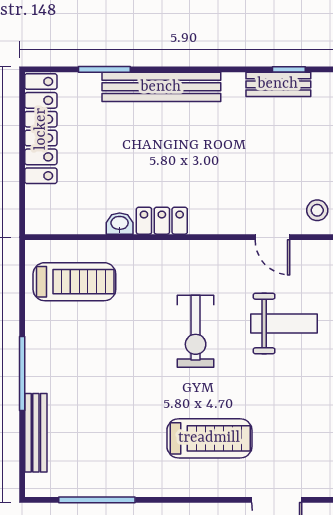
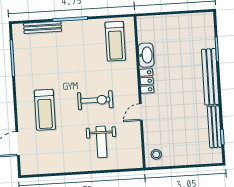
bench: (278, 84) -> (214, 127), width x1.36
locker: (41, 129) -> (187, 21), removed
washbasin: (120, 224) -> (146, 55), width x1.91, depth x1.45
door: (272, 237) -> (141, 112), moved
exercise bike: (196, 331) -> (95, 100), turned 180

